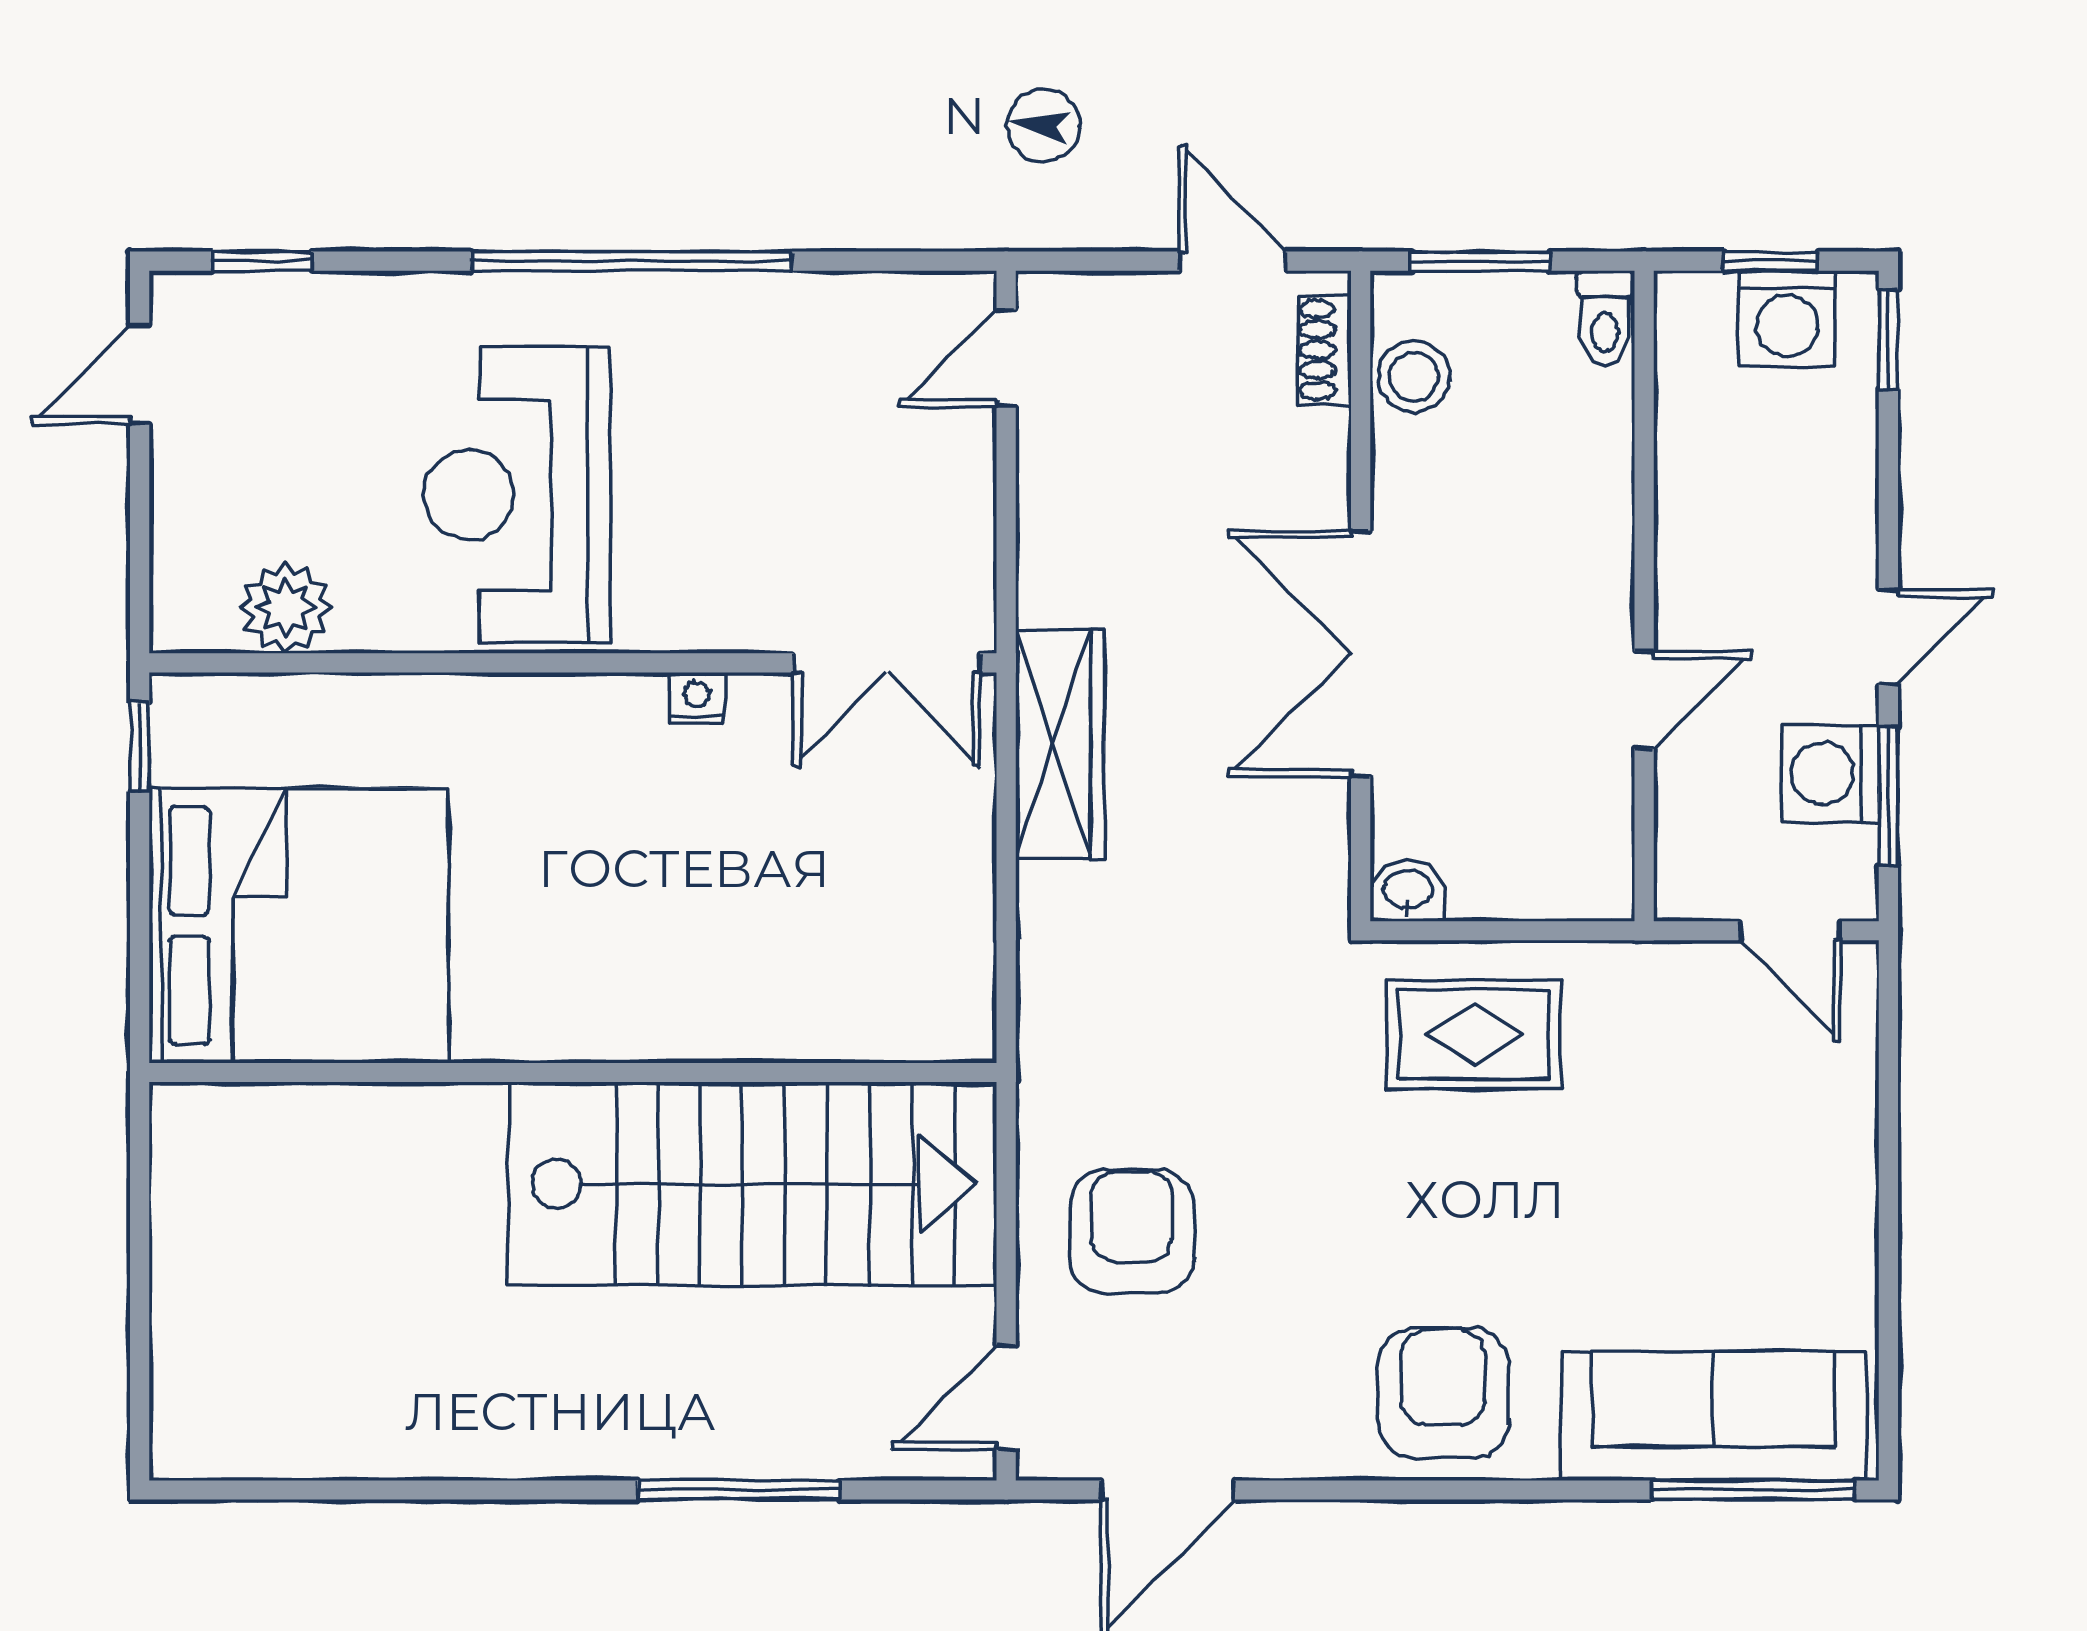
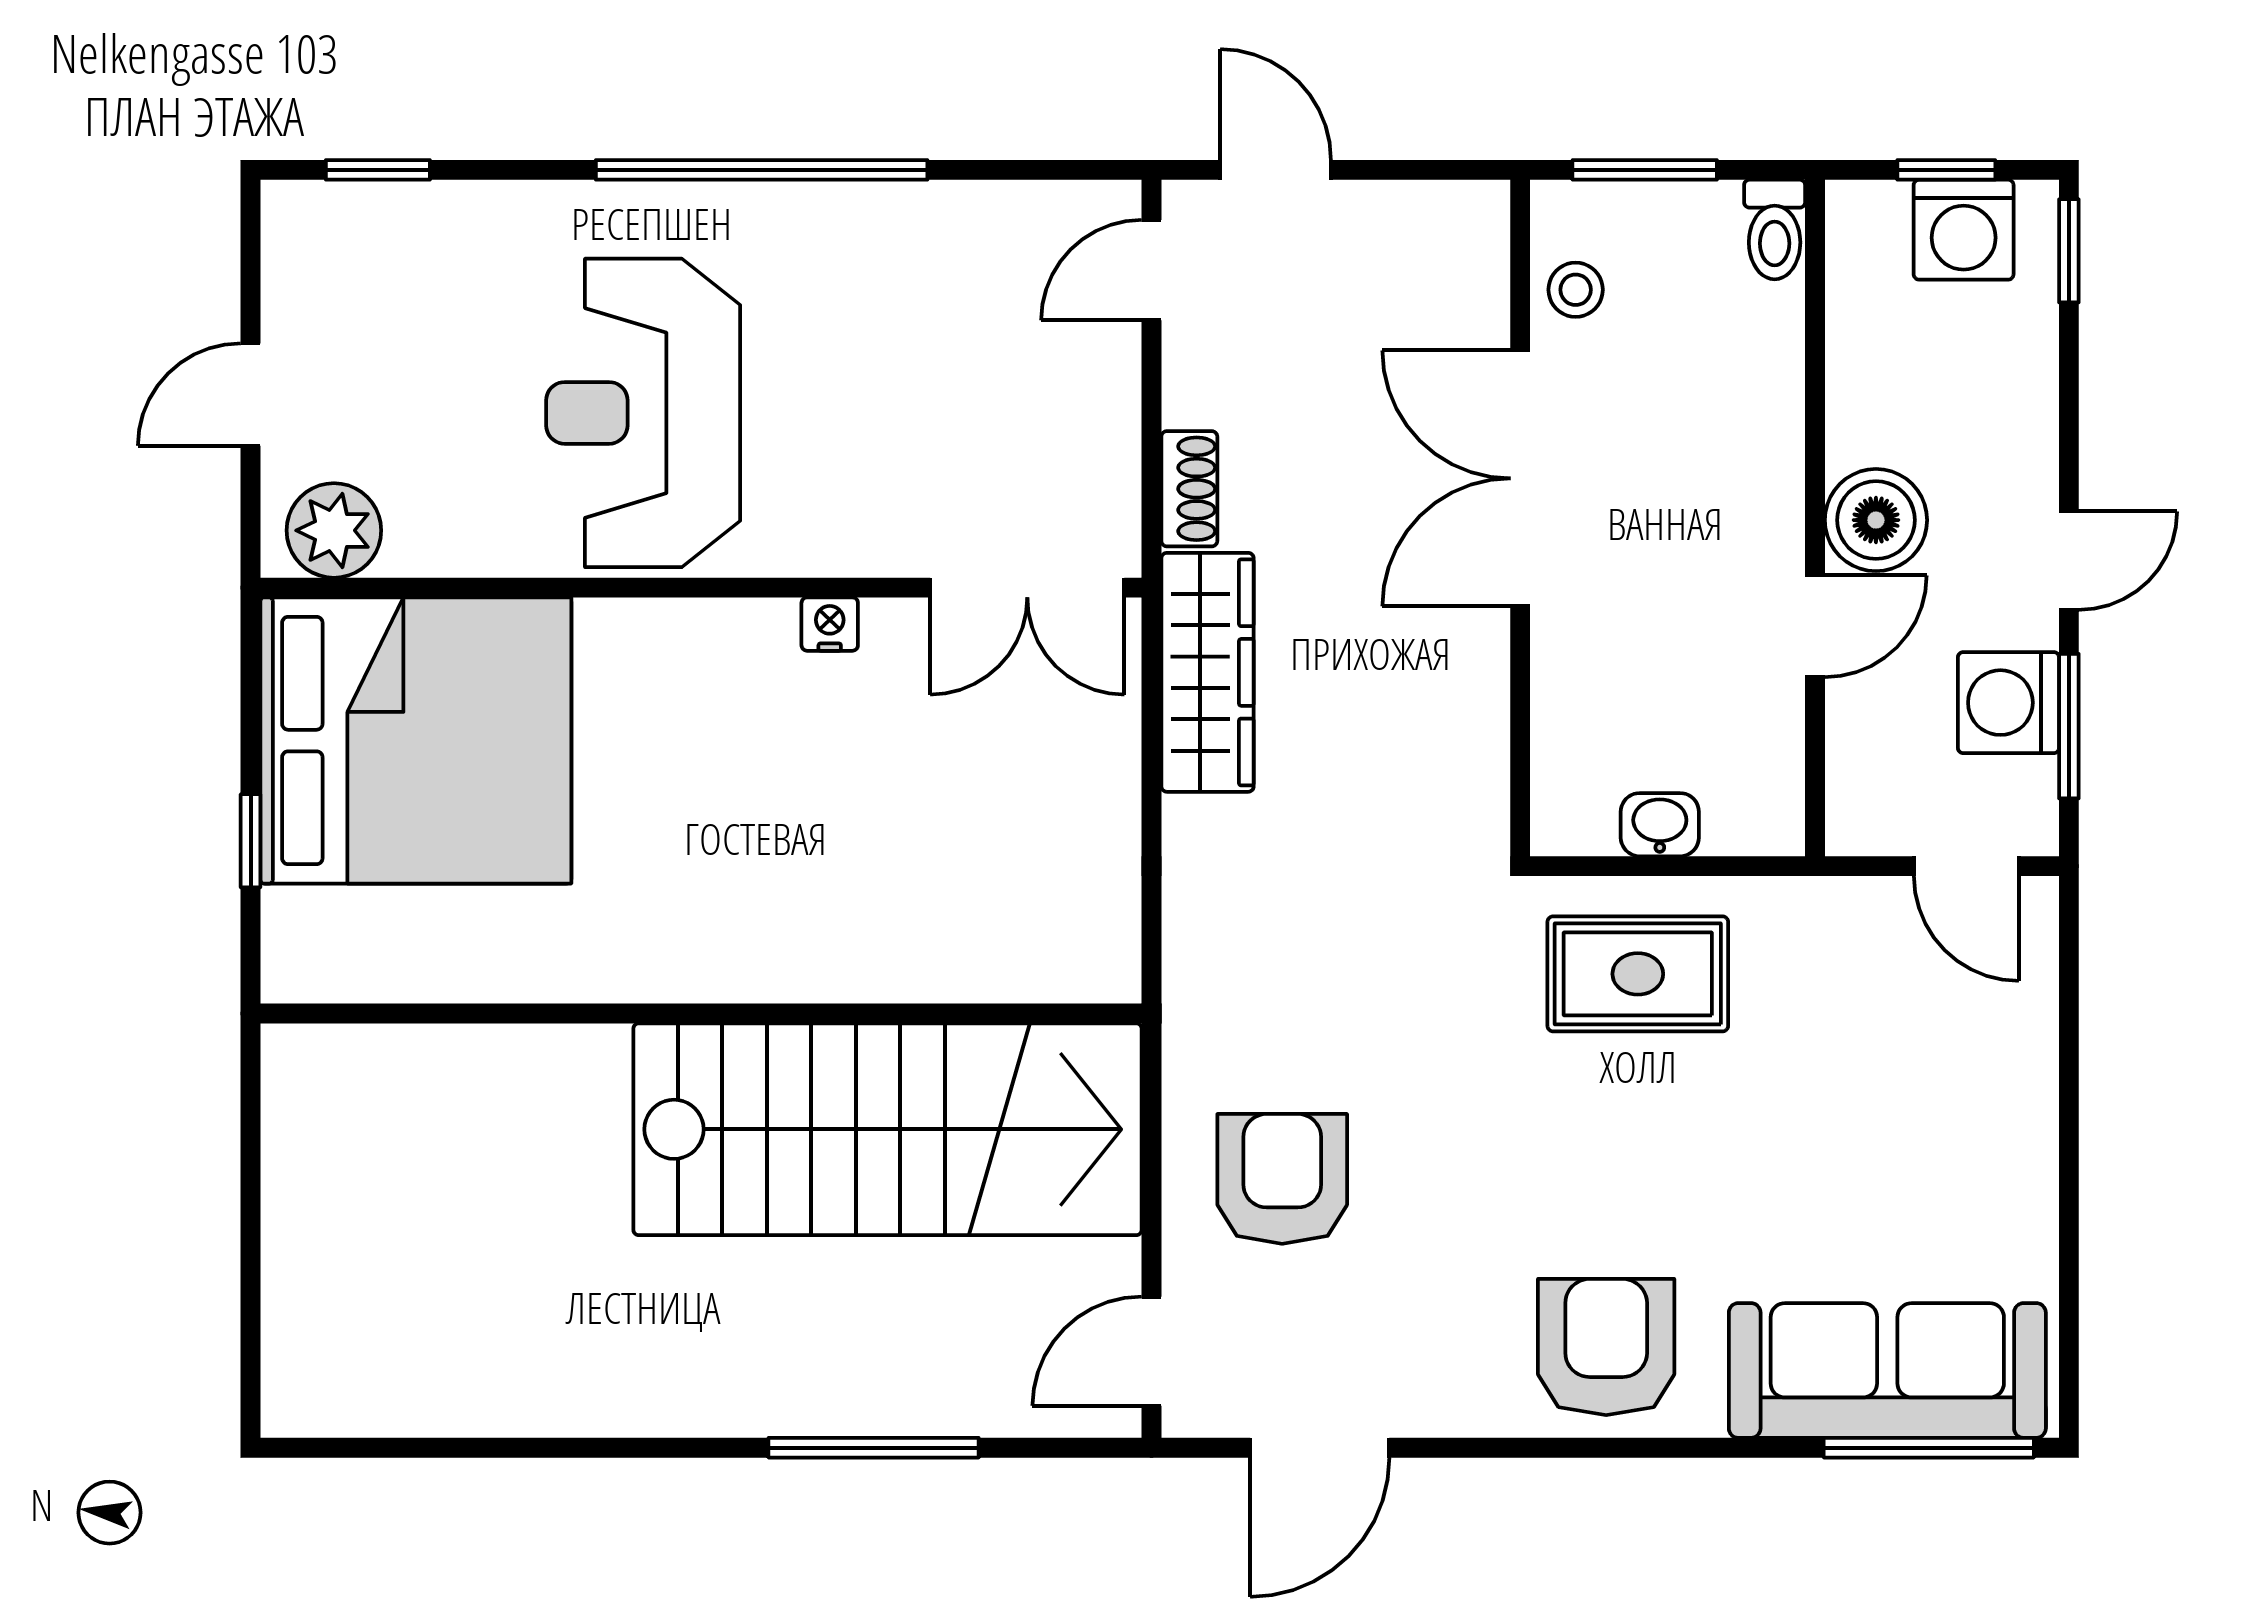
door: (1233, 261) -> (1276, 170), moved
shoe rack: (1324, 350) -> (1189, 489), moved, turned 180
door: (140, 375) -> (251, 395), moved
stool: (1414, 376) -> (1576, 290), width x0.73, depth x0.73
boiler: (1703, 598) -> (1876, 520), added
plant: (286, 608) -> (334, 530), moved
double door: (1361, 654) -> (1520, 478), moved
window: (140, 746) -> (251, 841), moved
washbasin: (1408, 891) -> (1660, 825), moved
bed: (299, 926) -> (416, 741), moved

